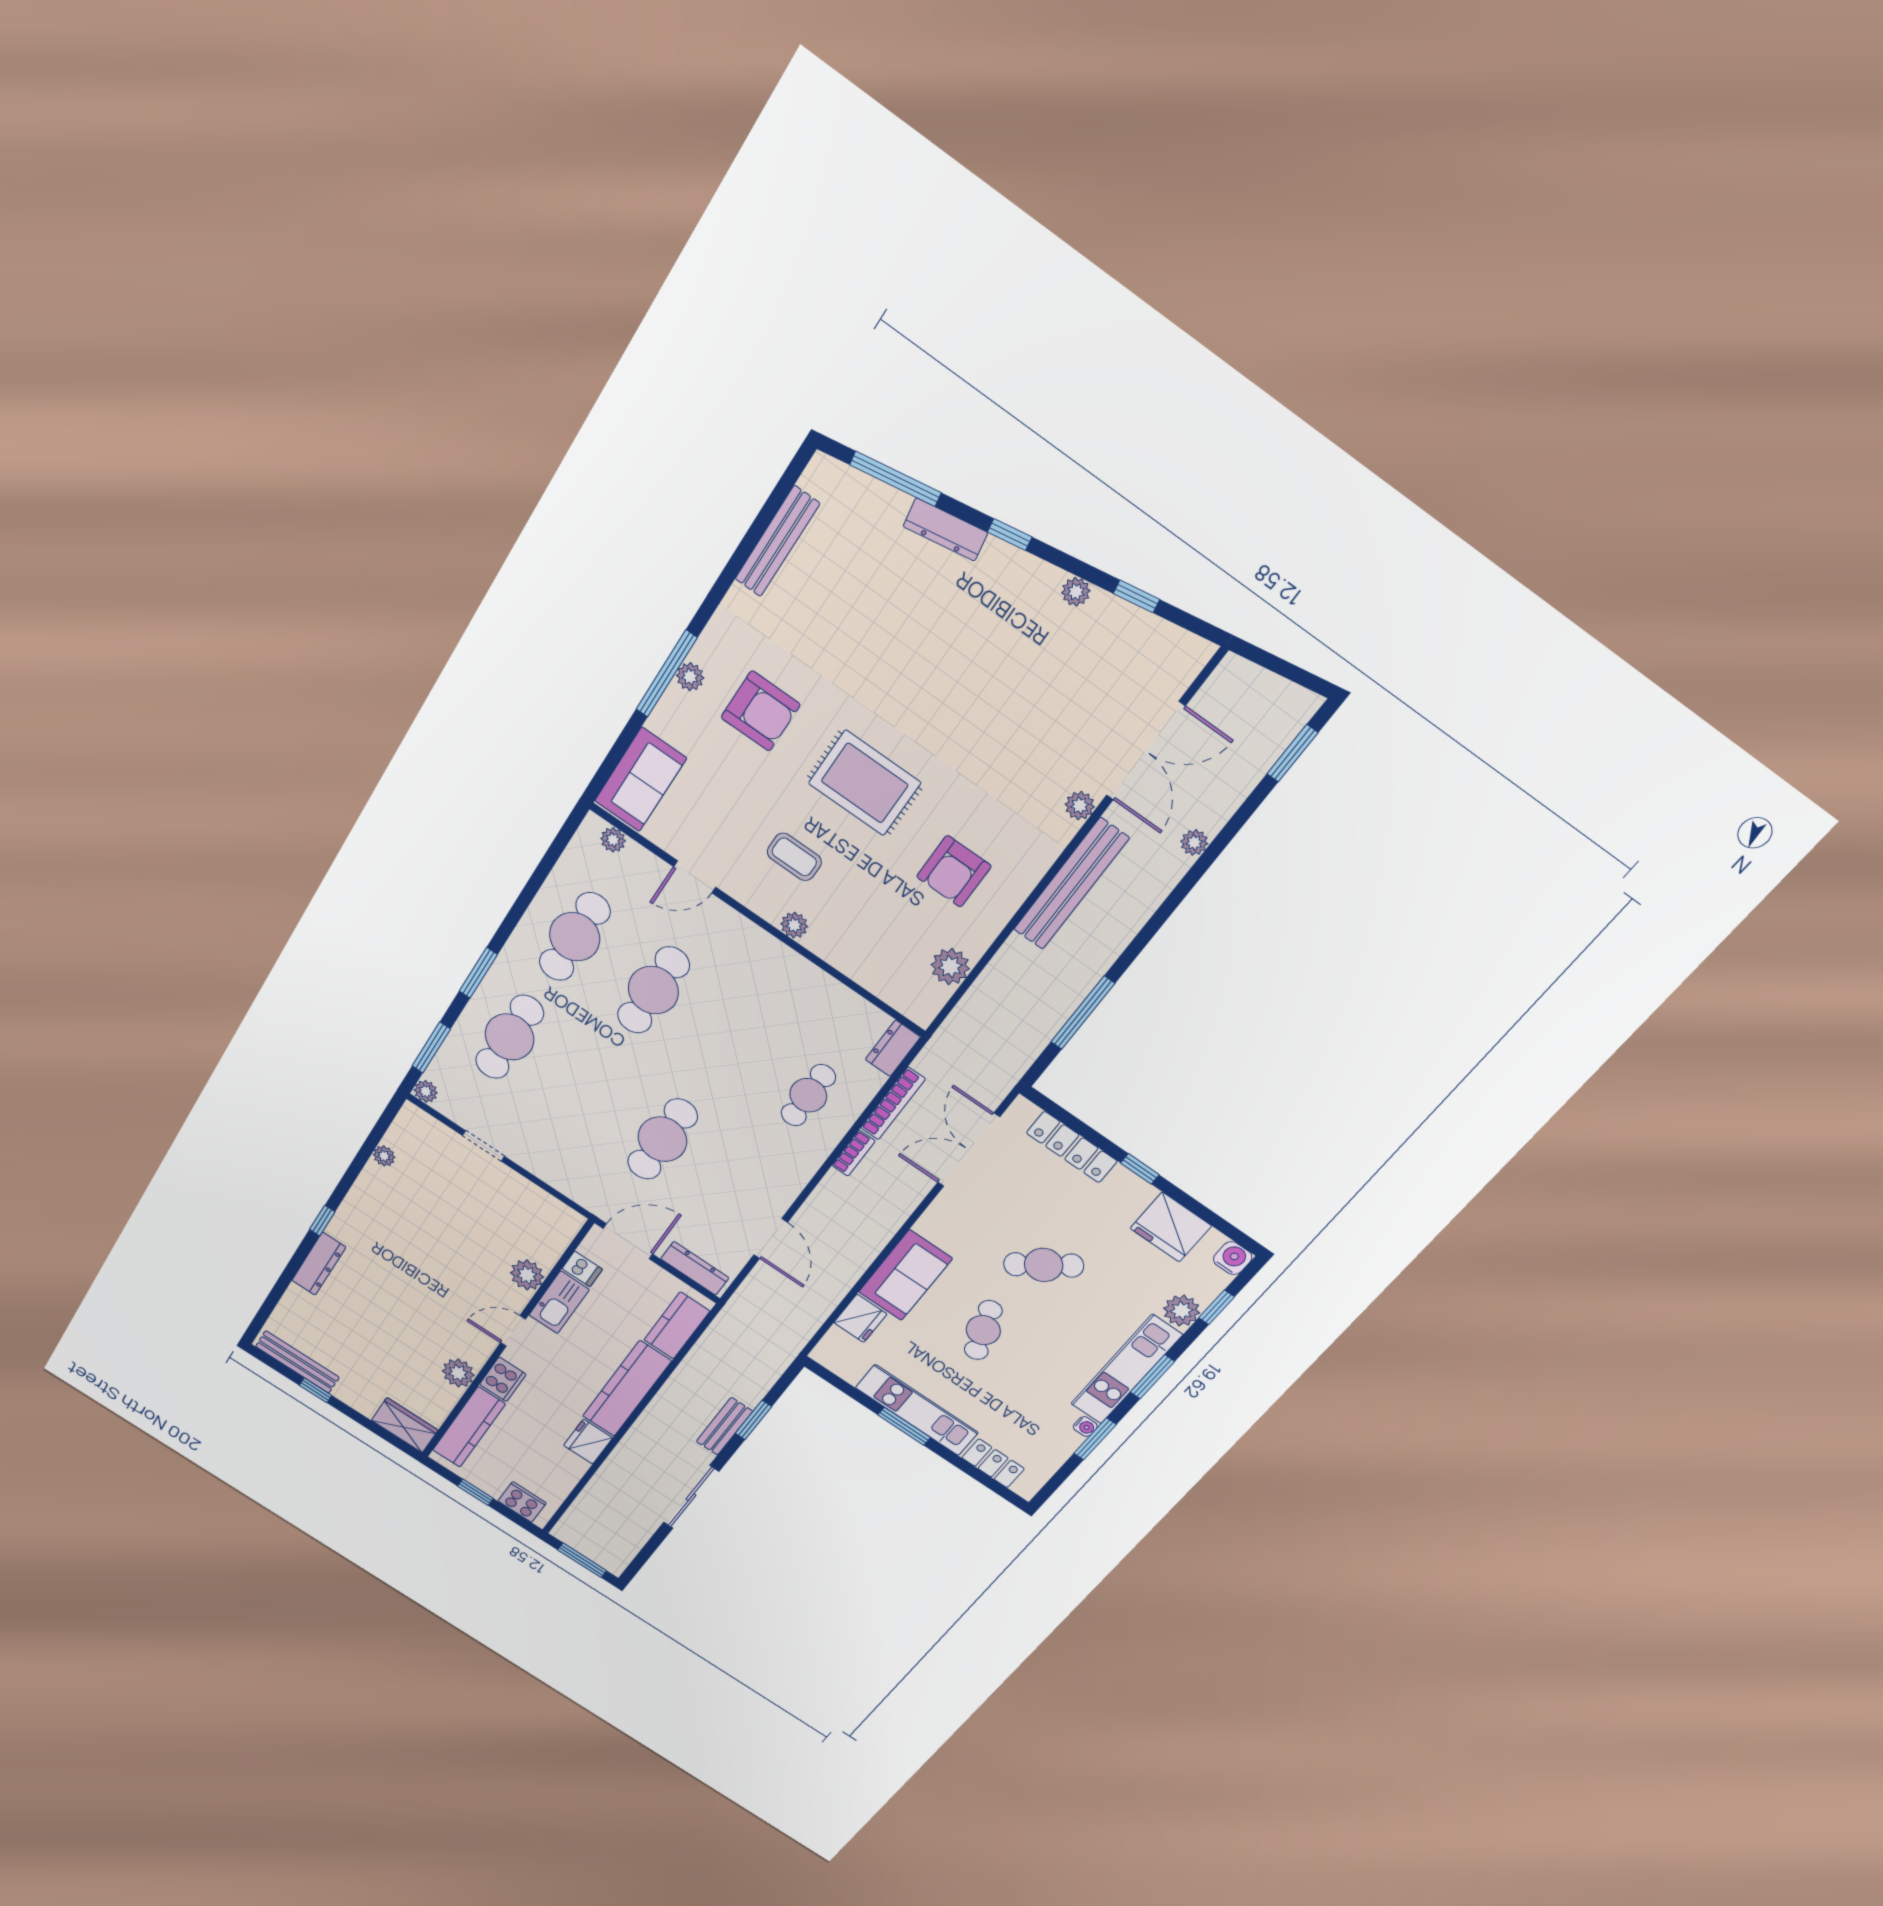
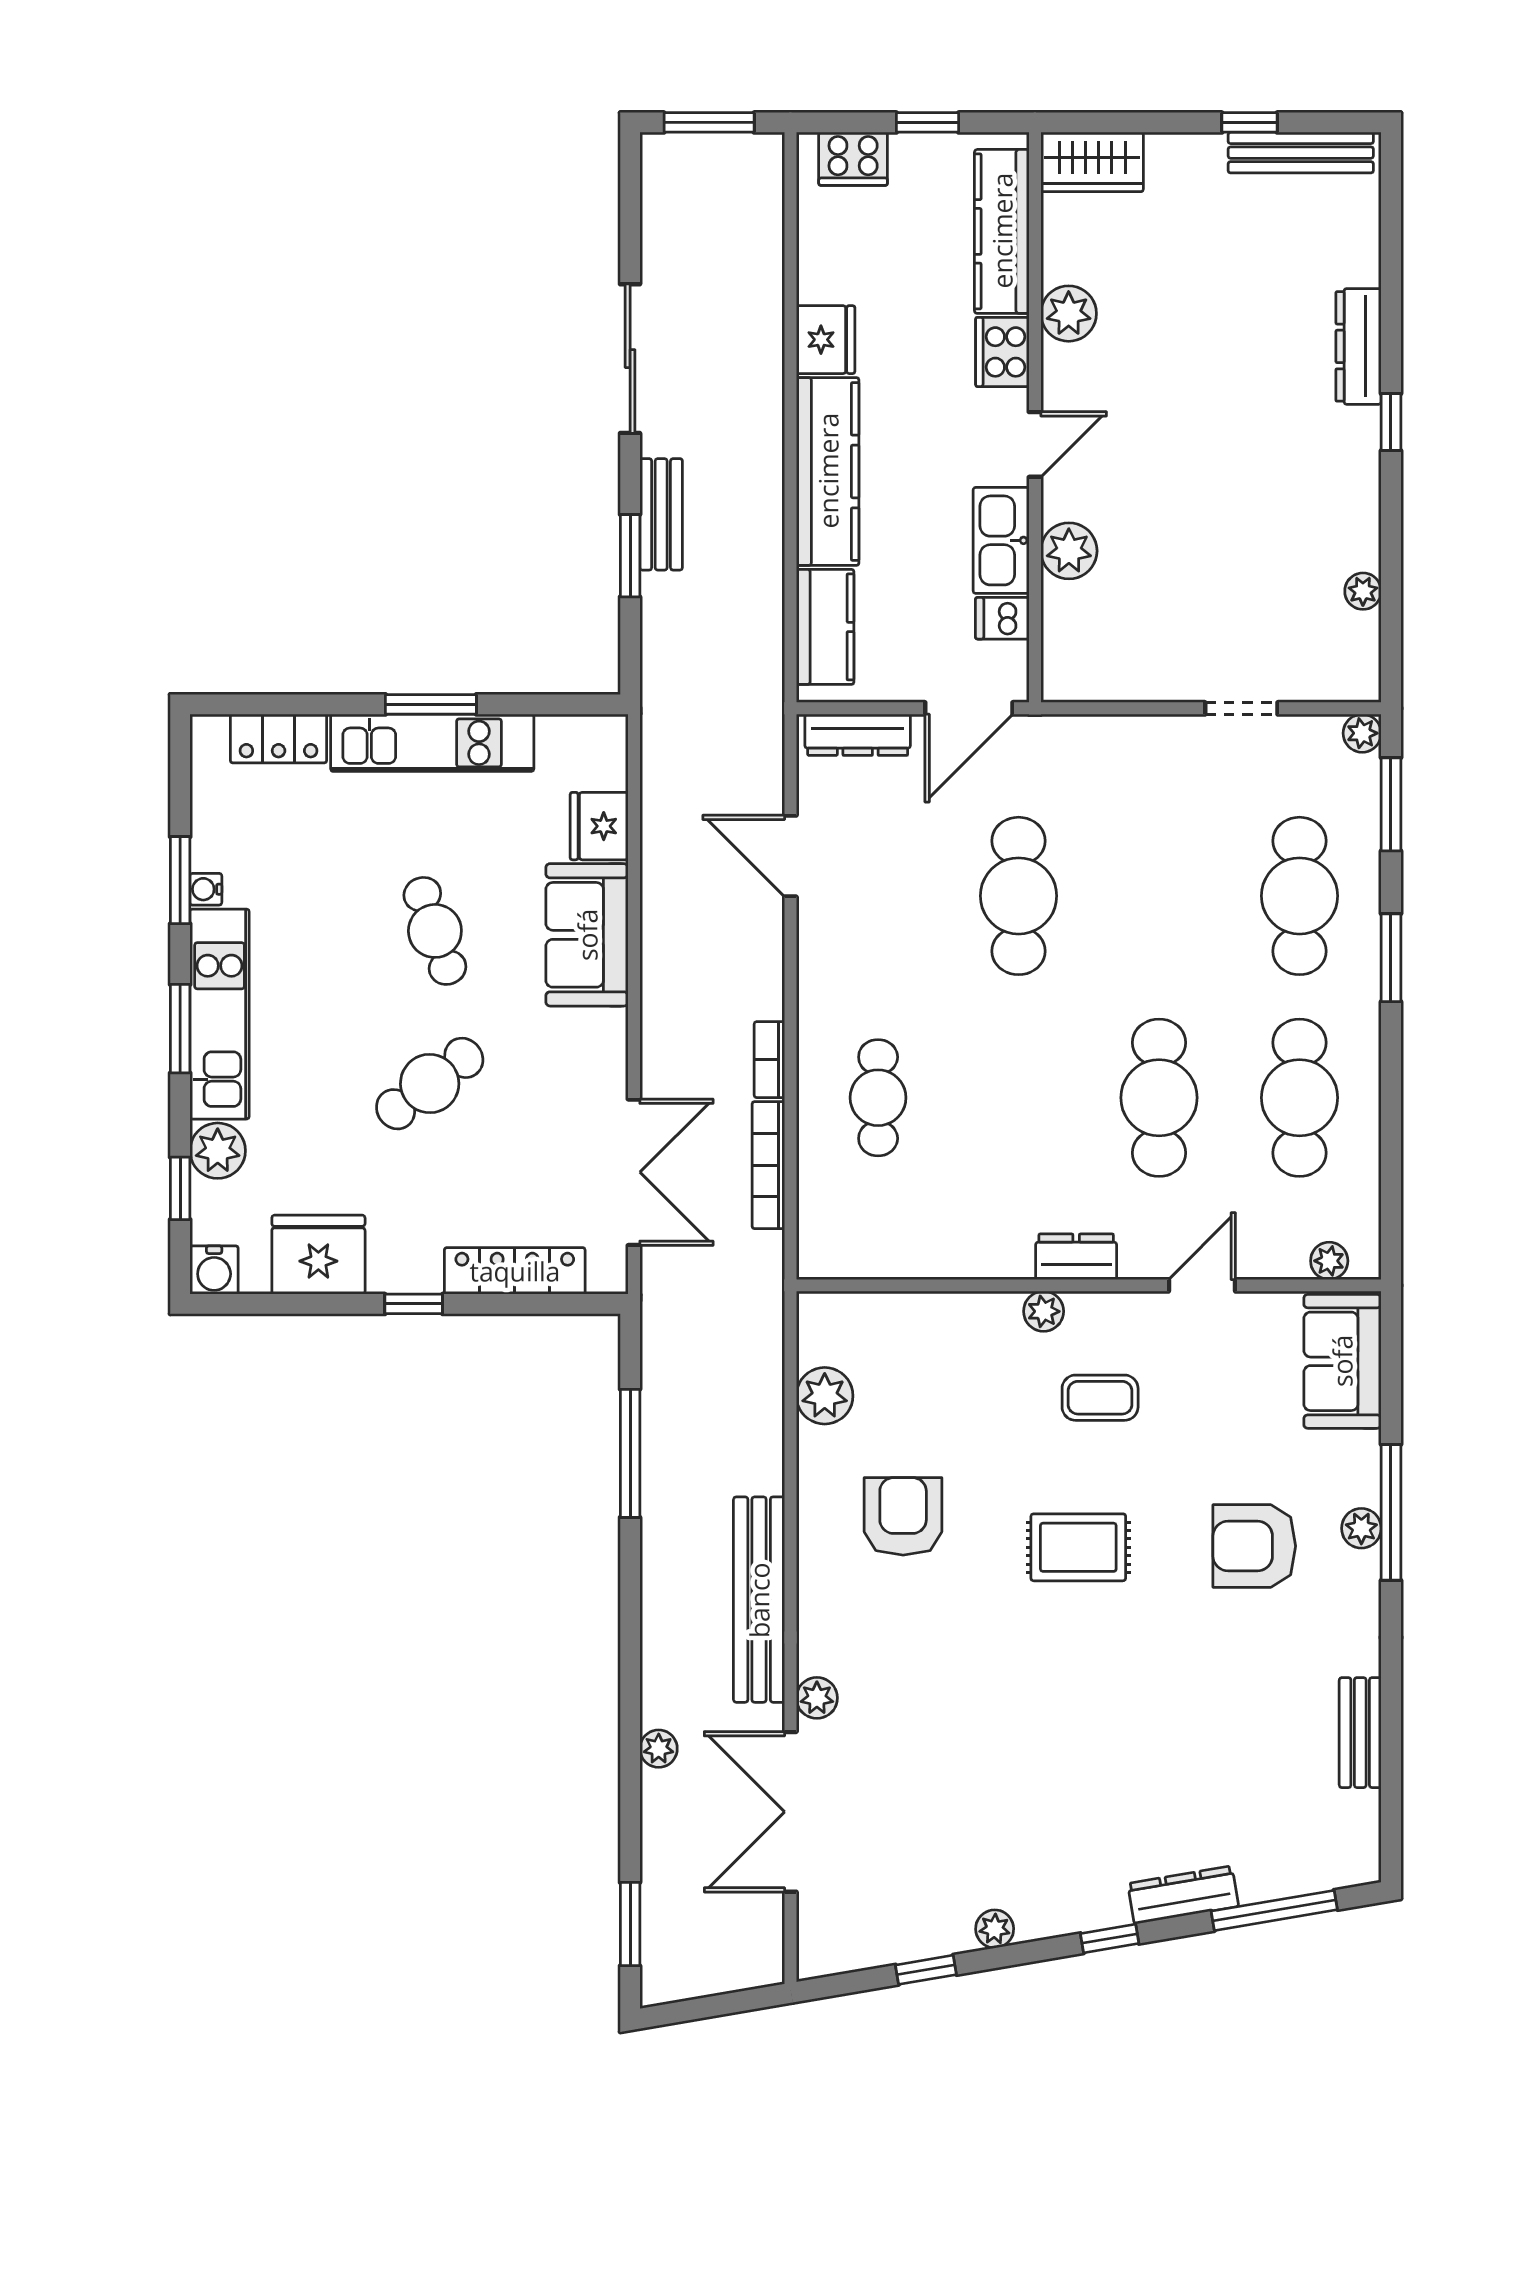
bench: (777, 541) -> (1360, 1733), width x0.73
rug: (865, 783) -> (1078, 1547), width x0.73, depth x0.70
dresser: (893, 1048) -> (1076, 1257), moved, turned -90

